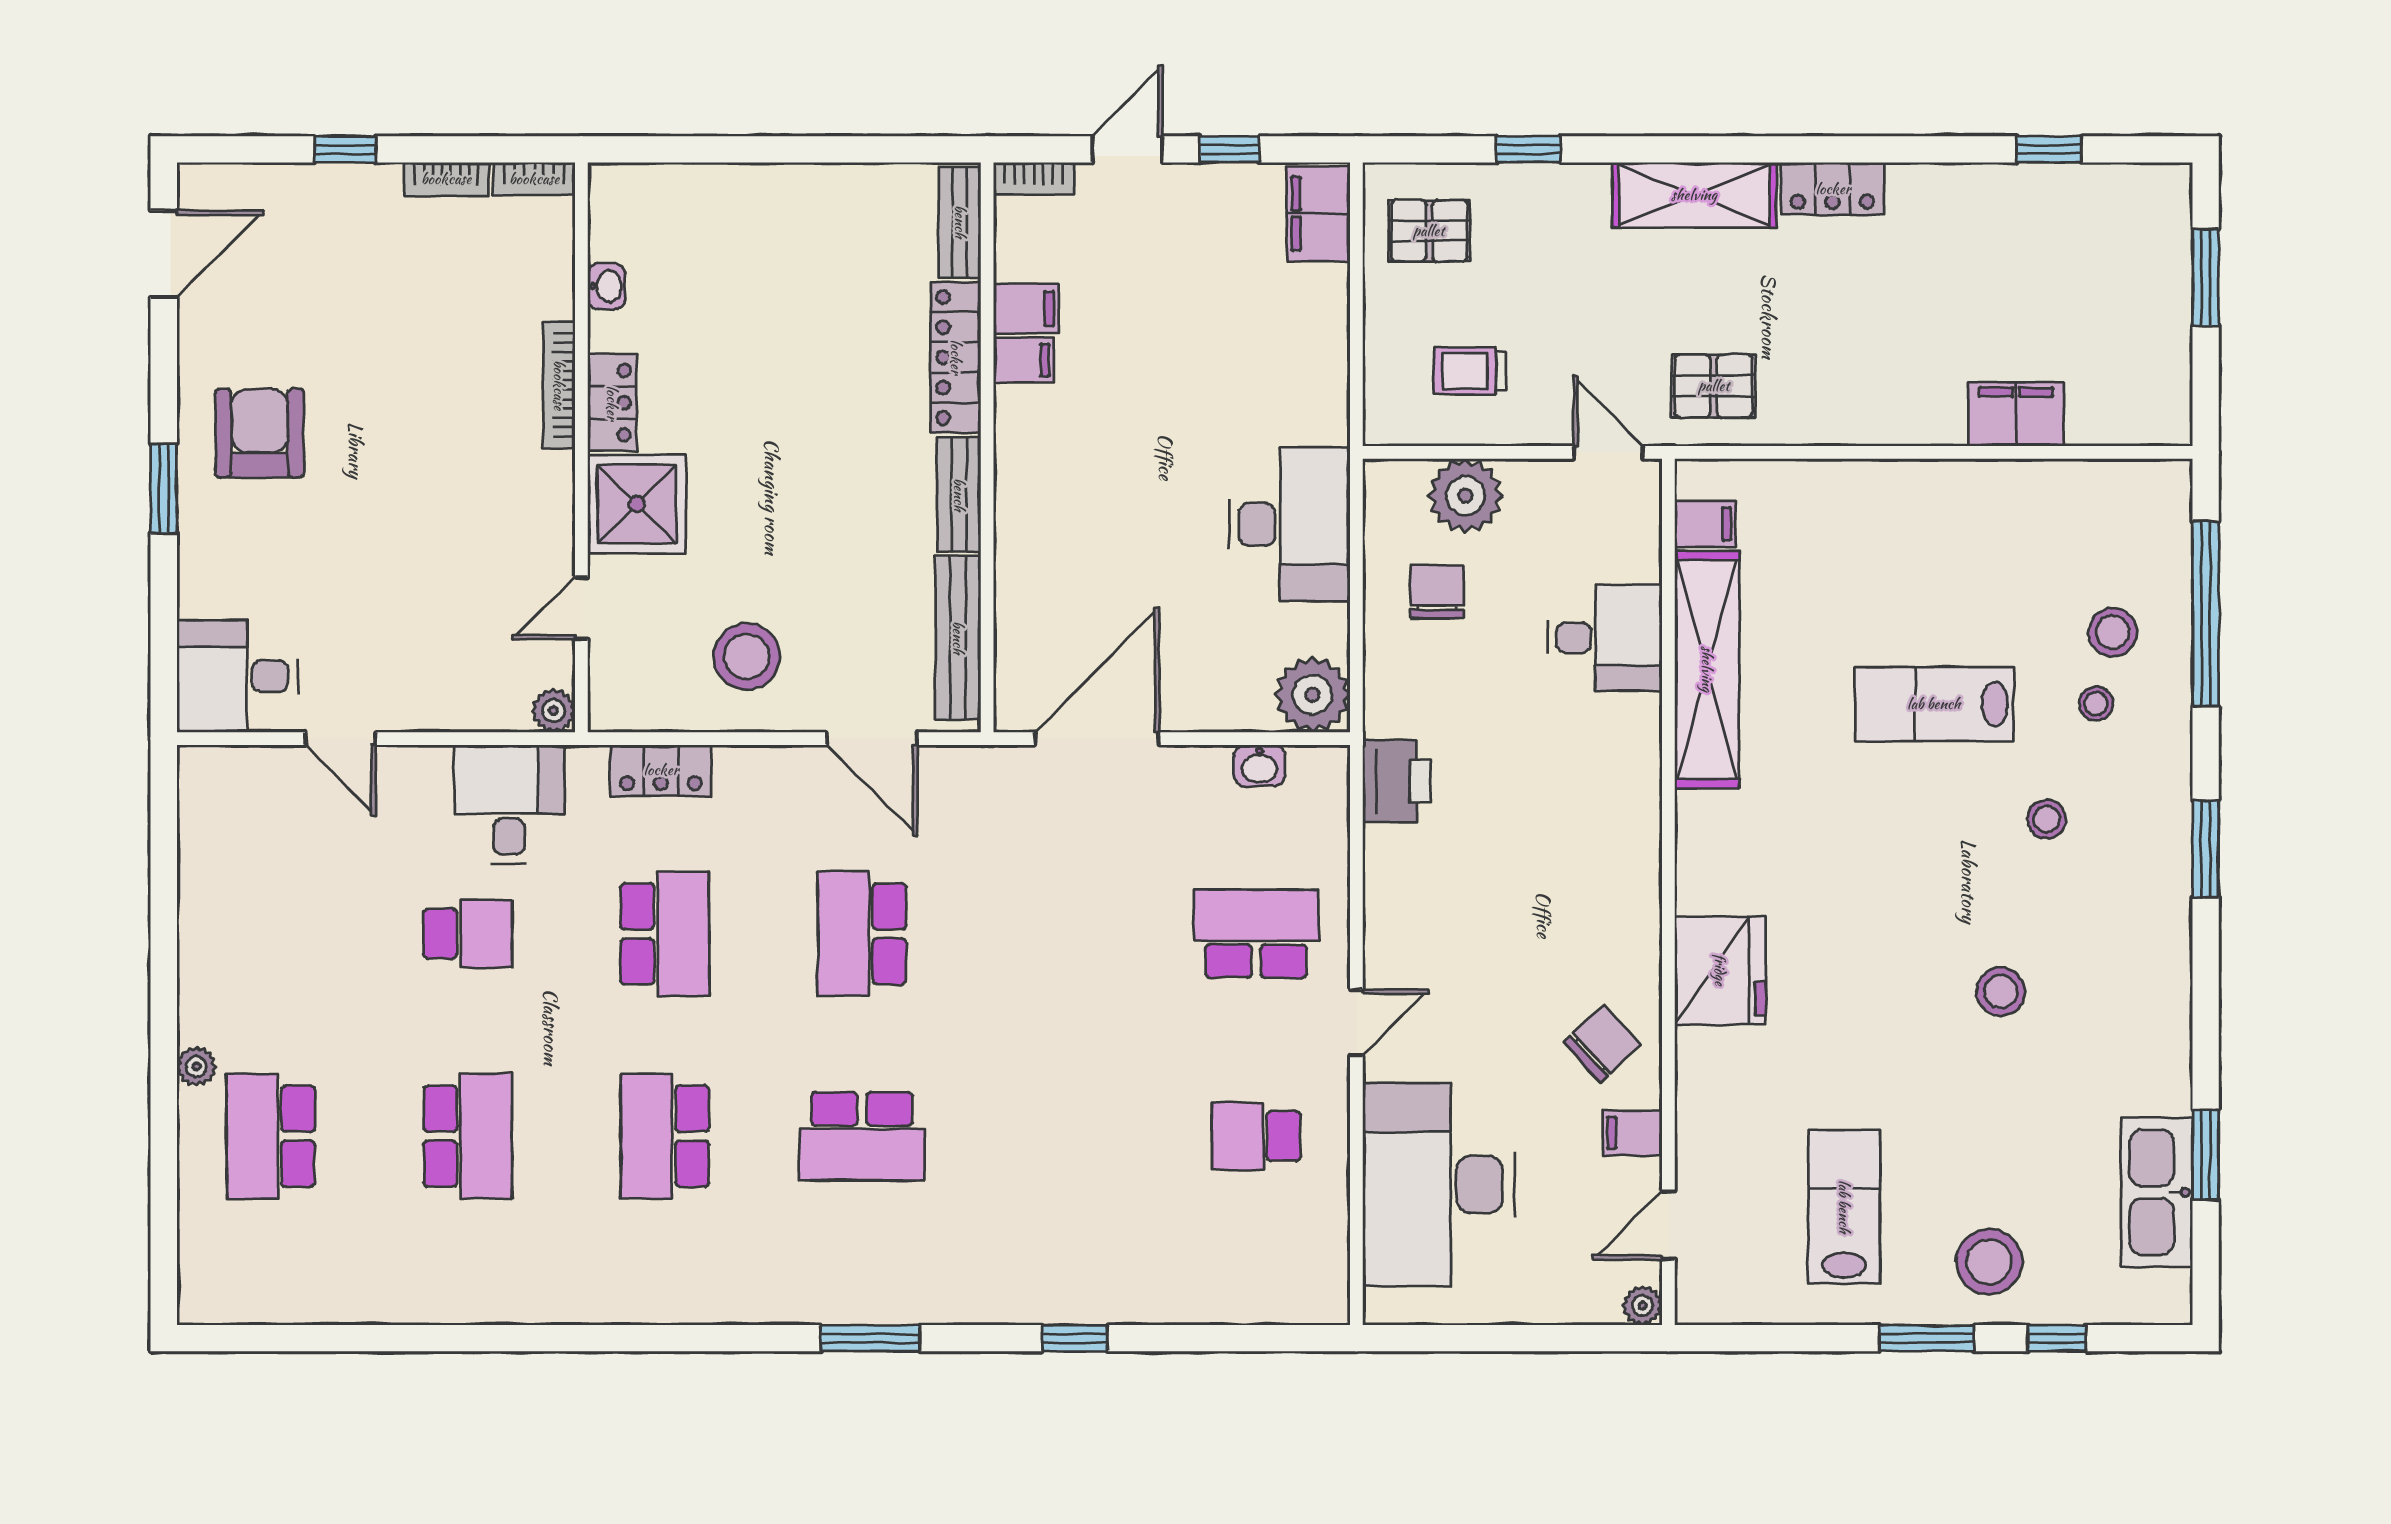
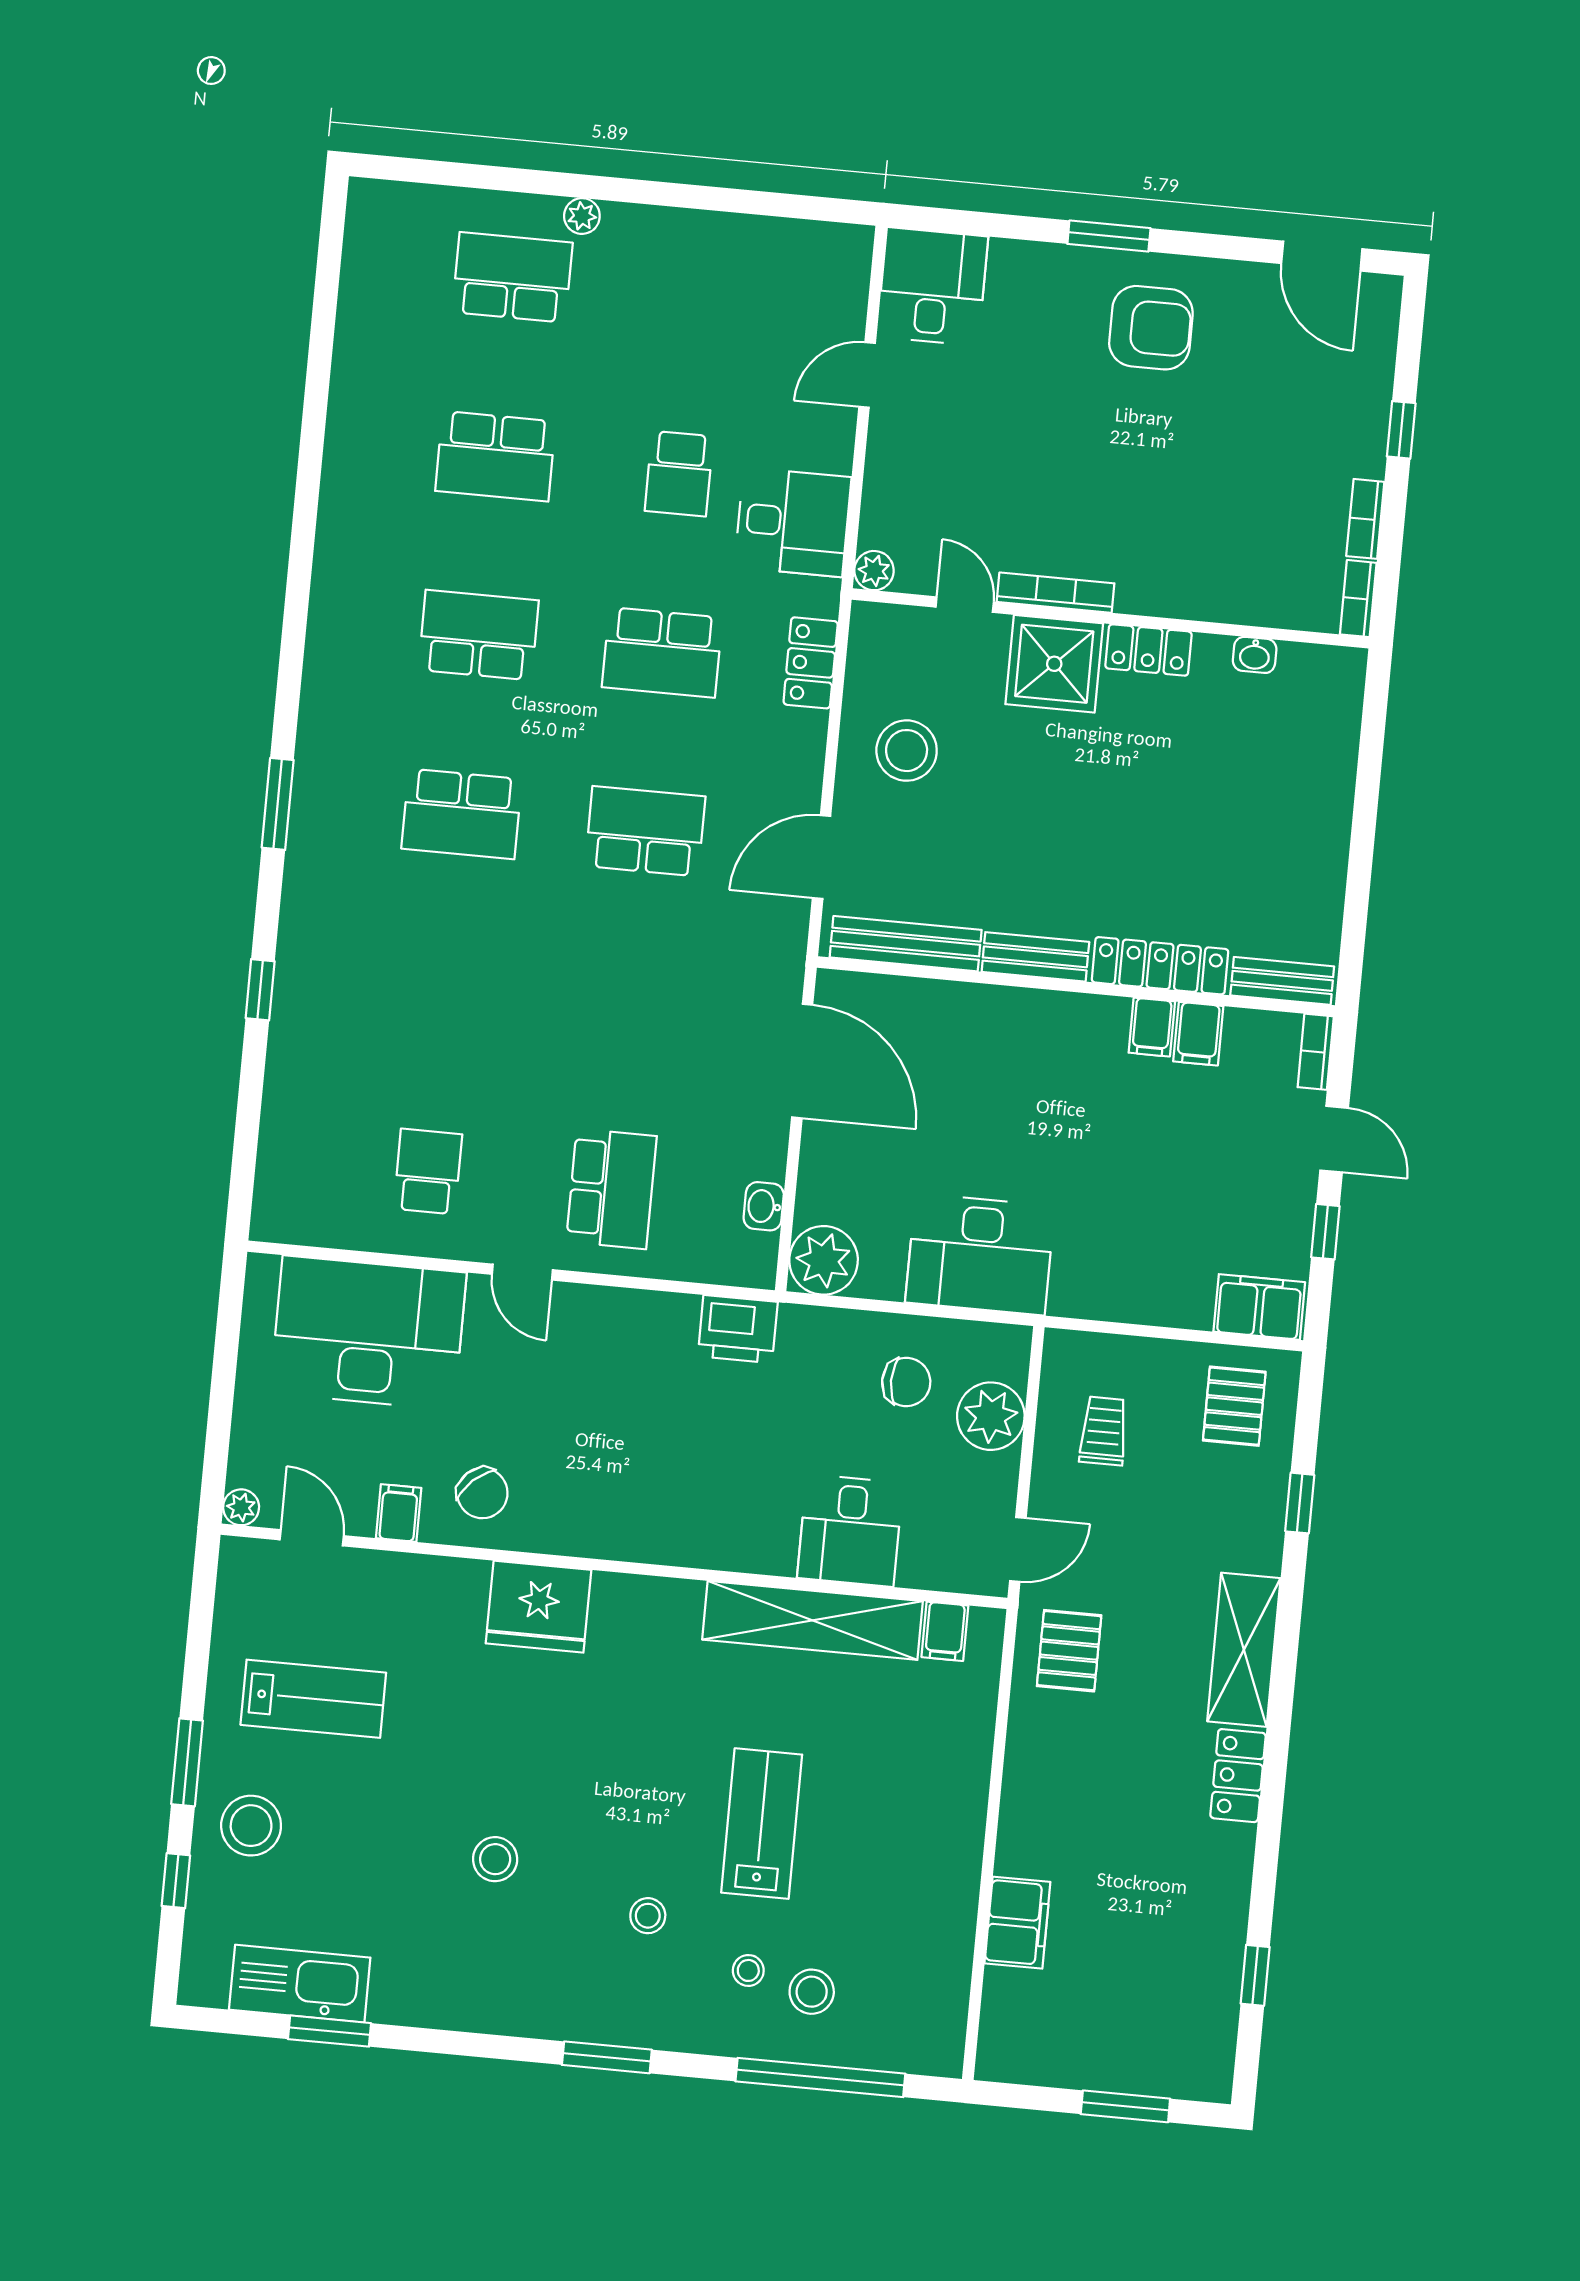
bookcase: (559, 385) -> (1056, 593), moved
school desk: (862, 1136) -> (462, 814), turned -90

